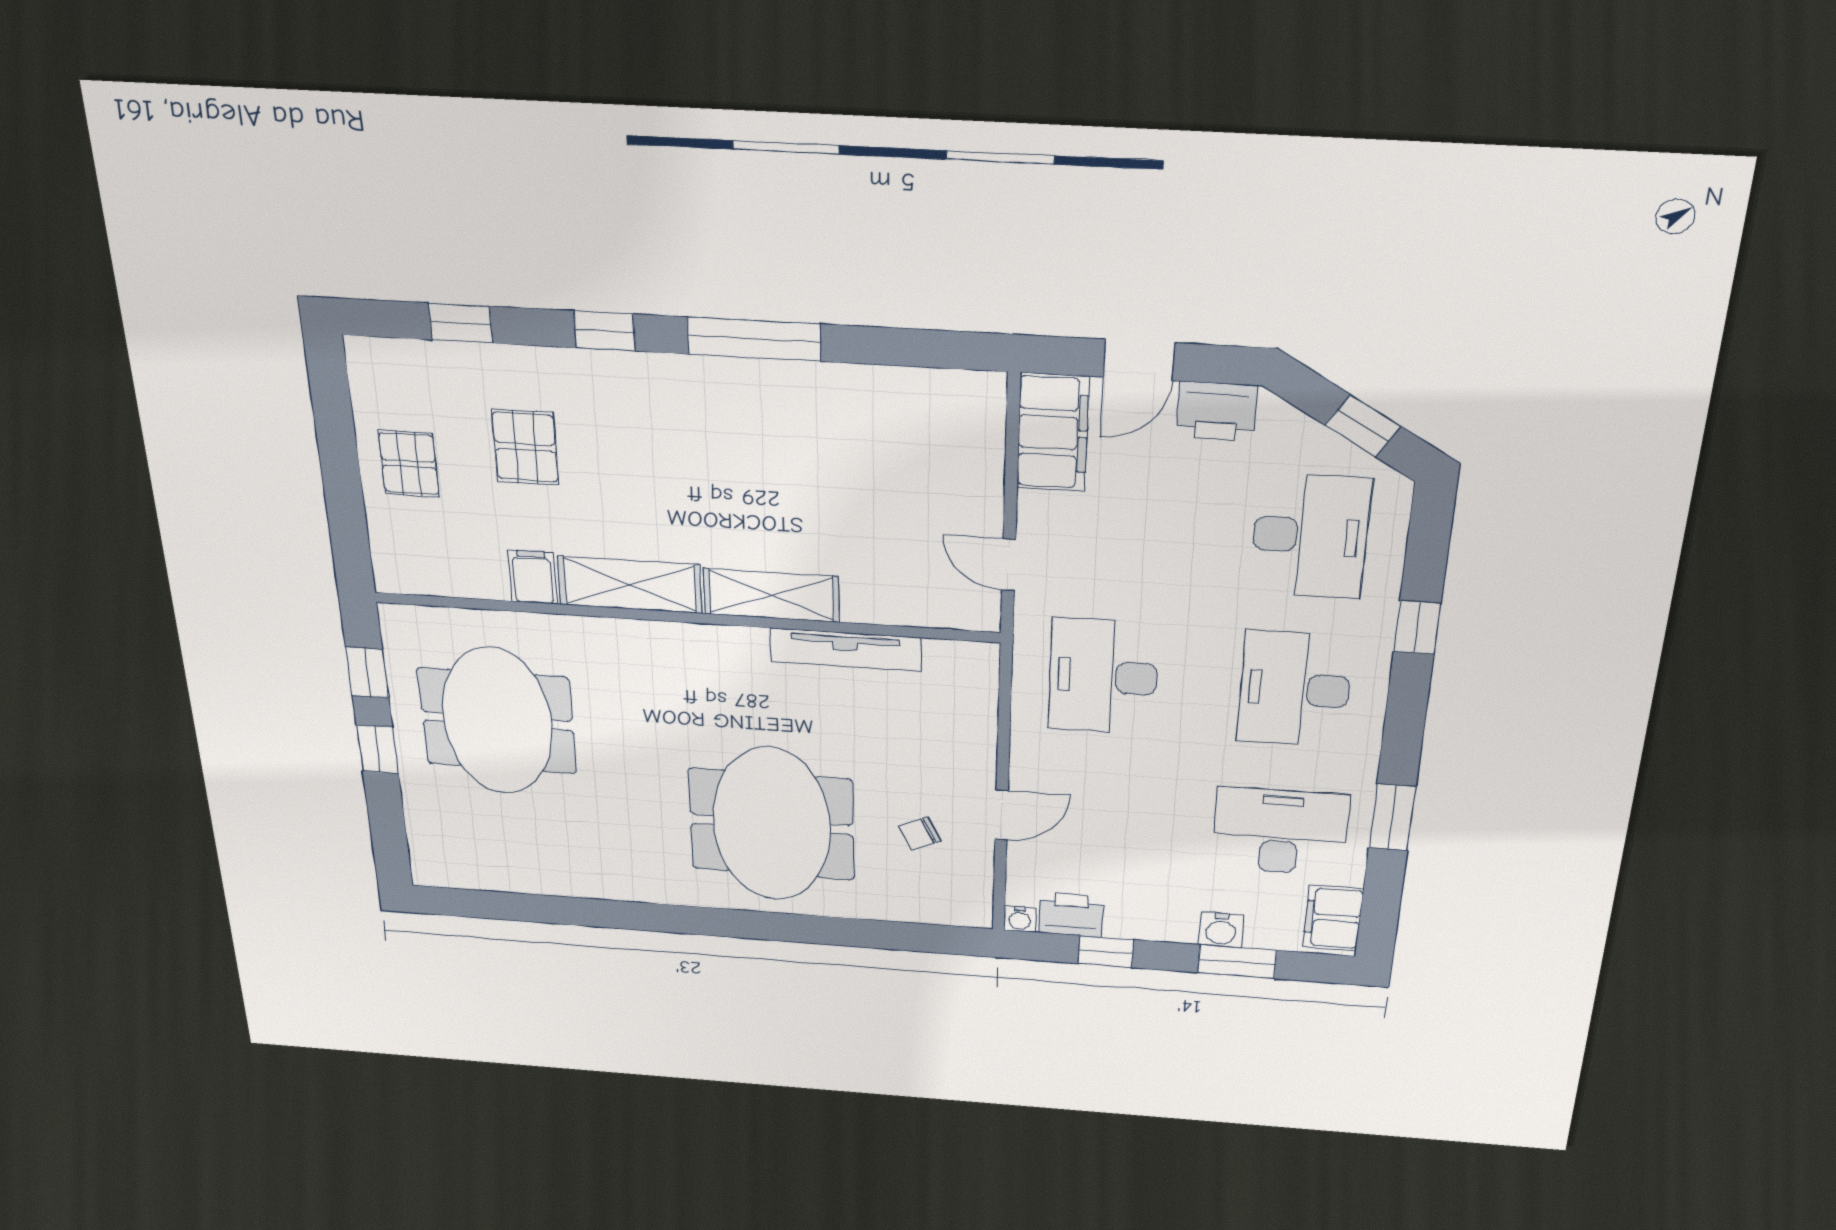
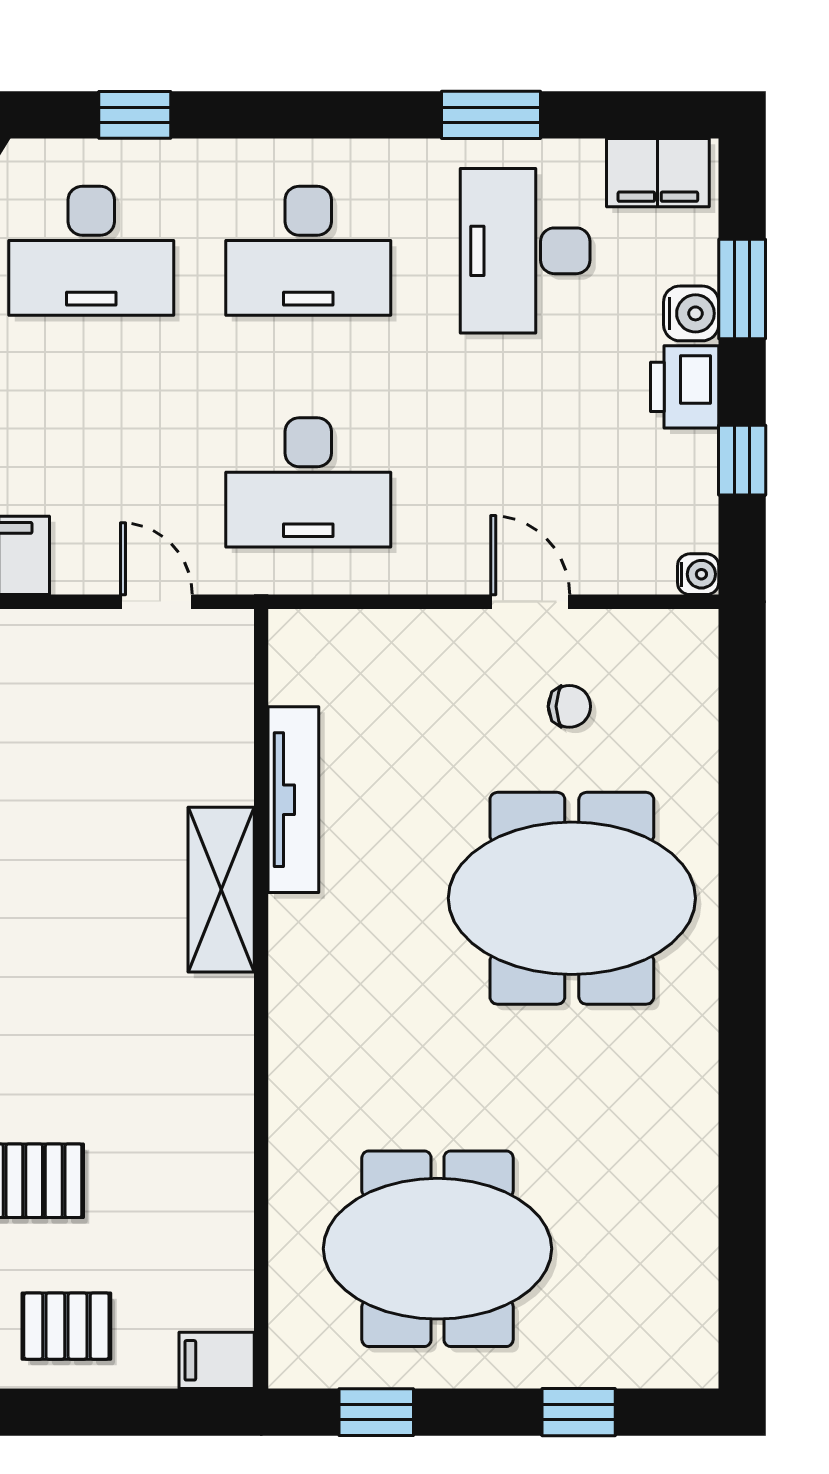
desk: (1310, 536) -> (91, 251), turned 180
door: (1009, 565) -> (156, 602), swing flipped
filing cabinet: (533, 577) -> (217, 1360), moved
shelving: (630, 585) -> (219, 1065), removed
window: (1417, 628) -> (135, 115), moved
window: (377, 749) -> (579, 1412), moved
chair: (920, 833) -> (569, 706), turned -65
printer: (1071, 915) -> (685, 387), moved

